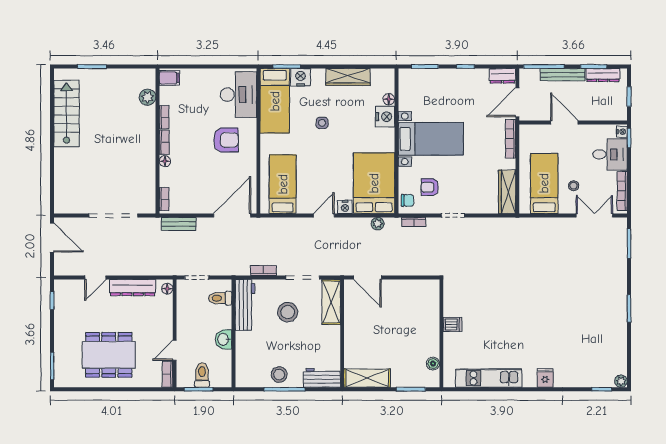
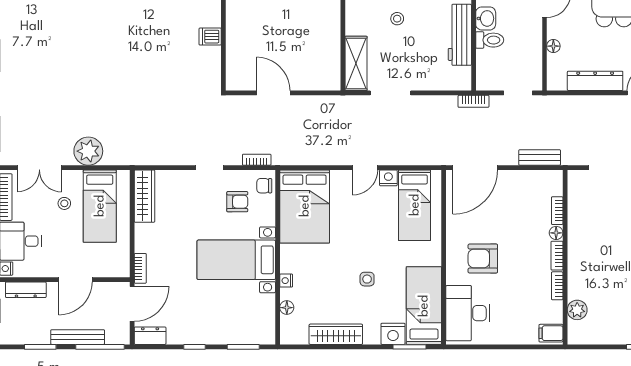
dresser: (603, 75) -> (26, 290), moved, turned 180
nightstand: (385, 117) -> (286, 281), width x0.53, depth x0.56
door: (564, 122) -> (75, 280), hinge flipped
bookcase: (511, 139) -> (140, 268), width x0.64
bookcase: (164, 199) -> (557, 211), moved
nightstand: (345, 207) -> (388, 178), moved
plant: (378, 224) -> (88, 151), moved, width x1.88, depth x1.88
bookcase: (263, 271) -> (473, 101), moved
door: (367, 278) -> (273, 93), moved
floor lamp: (167, 289) -> (553, 46), moved
toilet: (220, 298) -> (490, 40), moved
workbench: (245, 305) -> (460, 35), moved
stool: (288, 312) -> (397, 19), moved, width x0.53, depth x0.53

